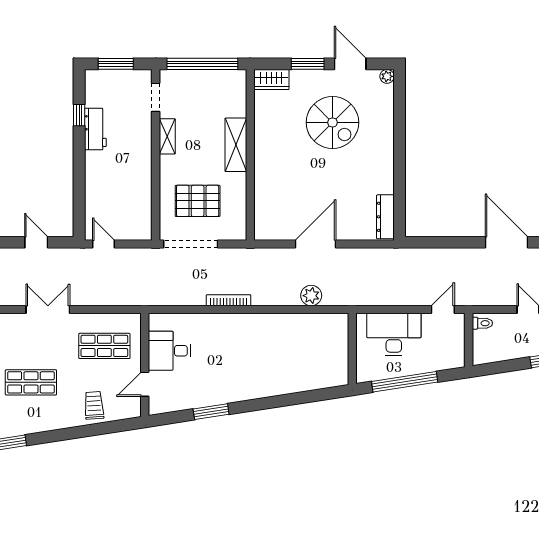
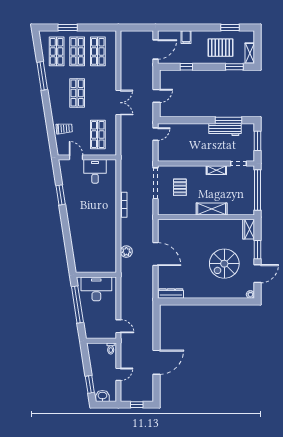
window: (79, 115) -> (228, 120), width x2.17
workbench: (95, 129) -> (225, 129), width x1.38
pallet: (198, 201) -> (180, 187), width x0.67, depth x0.71
desk: (394, 334) -> (96, 289), moved, turned -90

